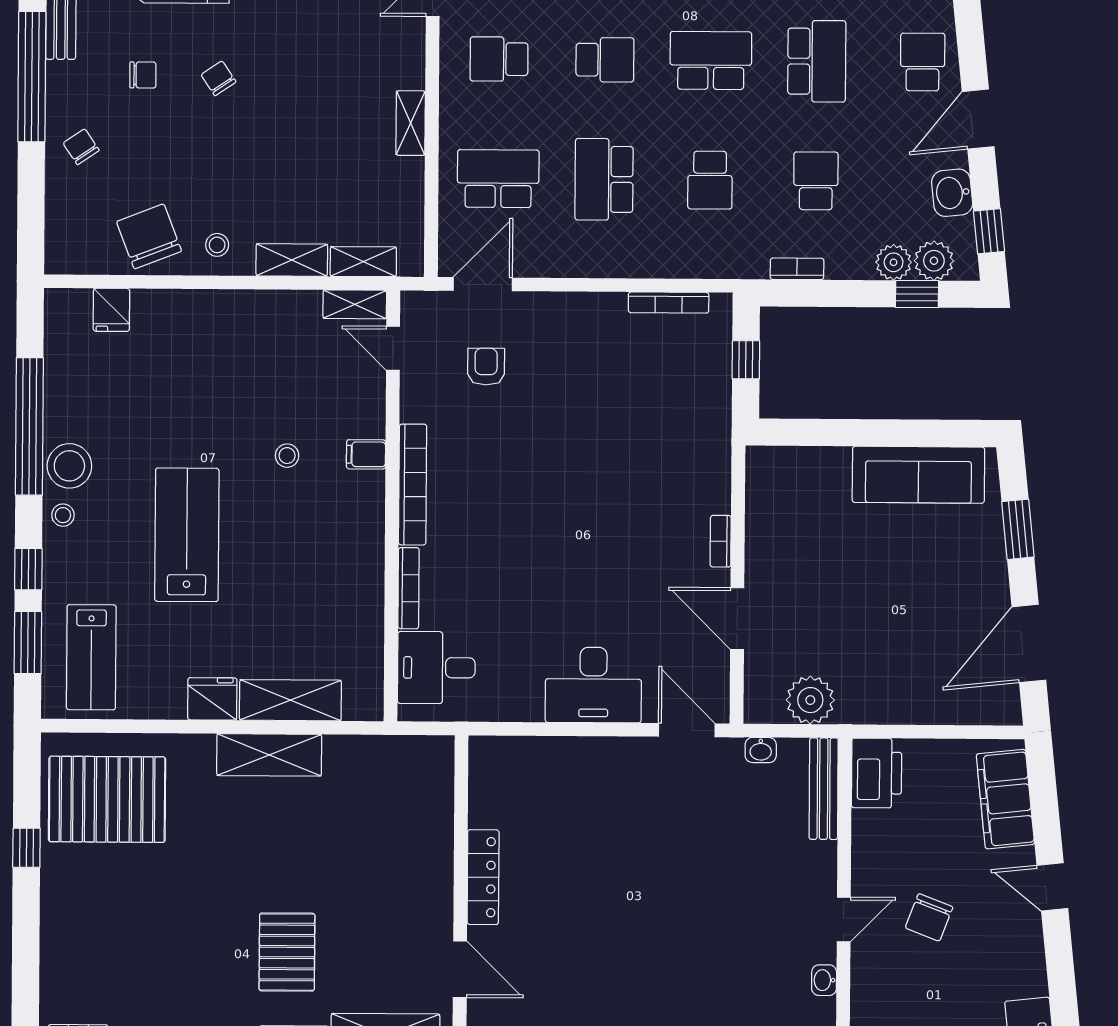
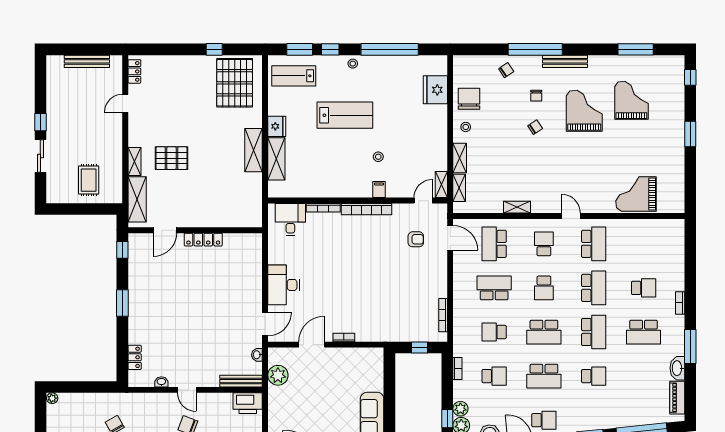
school desk: (711, 61) -> (544, 332), turned 90
school desk: (498, 179) -> (494, 244), turned 180
chair: (149, 236) -> (469, 99), turned -69
fridge: (111, 310) -> (435, 90), width x1.88, depth x1.34
stool: (69, 466) -> (373, 66), removed

